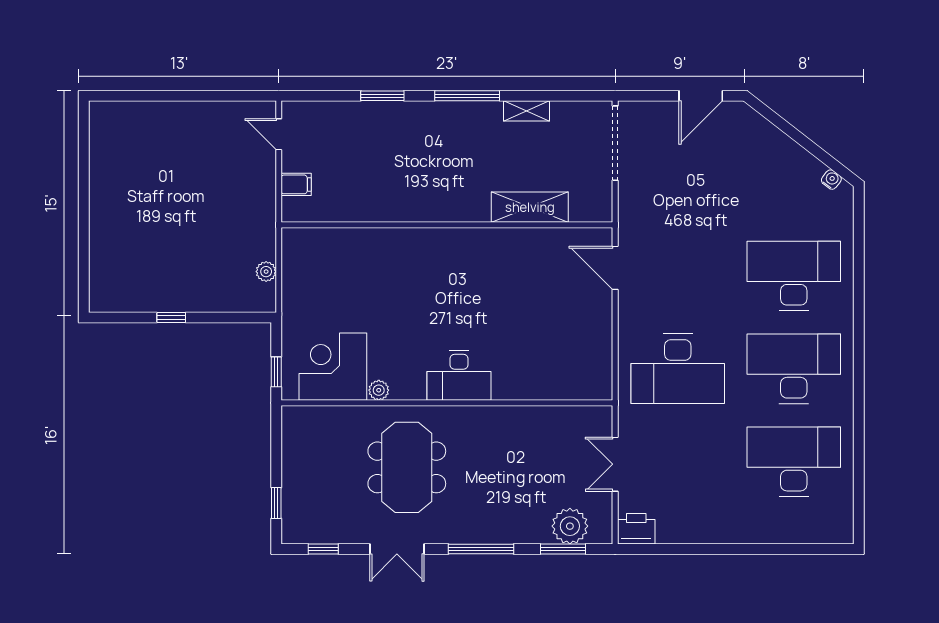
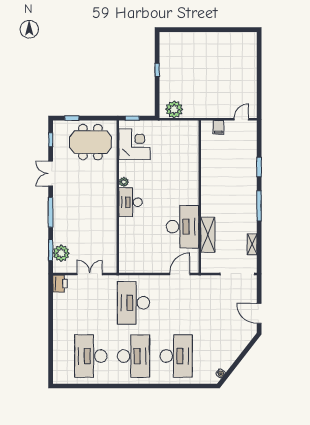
shelving: (526, 111) -> (252, 244), moved
desk: (512, 262) -> (182, 227), added
plant: (266, 272) -> (174, 109), width x1.87, depth x1.87
plant: (379, 390) -> (124, 182), moved
desk: (794, 462) -> (91, 356), turned 180
meeting table: (407, 467) -> (90, 142), moved

